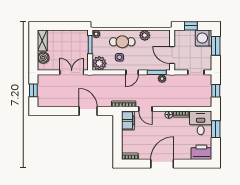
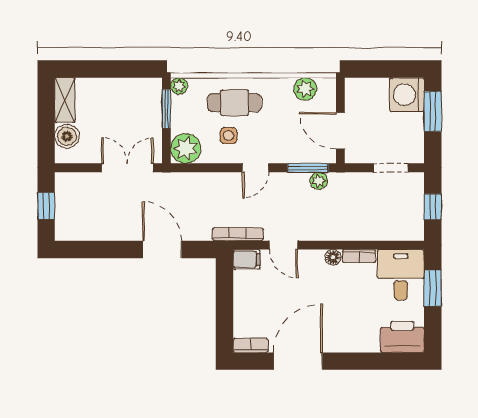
window: (191, 26) -> (380, 69), removed
plant: (145, 35) -> (305, 89), moved
filing cabinet: (128, 120) -> (246, 259), width x0.50
door: (162, 164) -> (298, 361), moved

